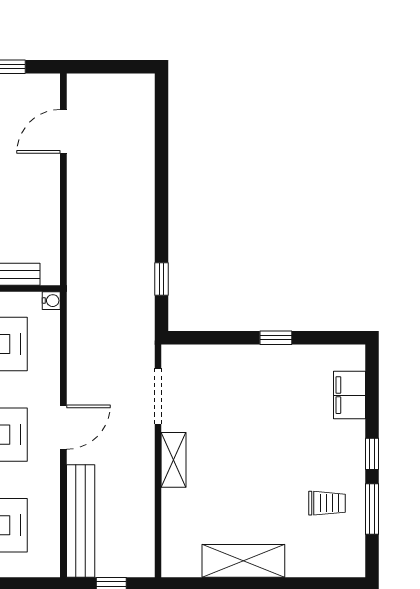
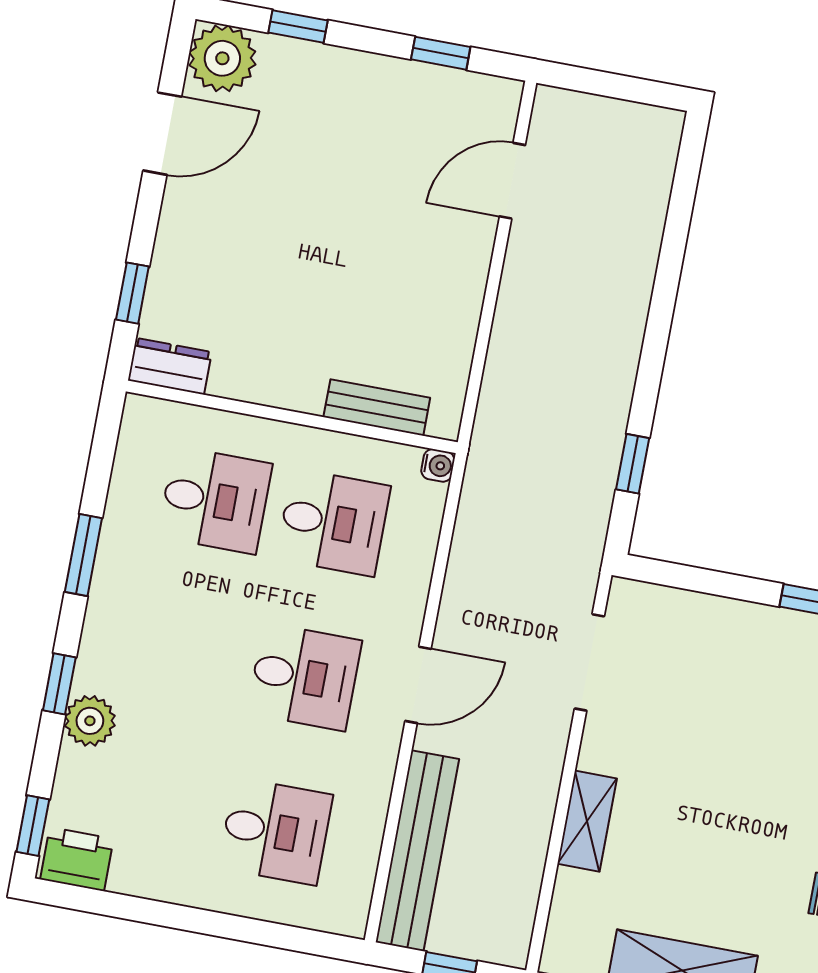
shelving: (174, 460) -> (587, 821), moved

